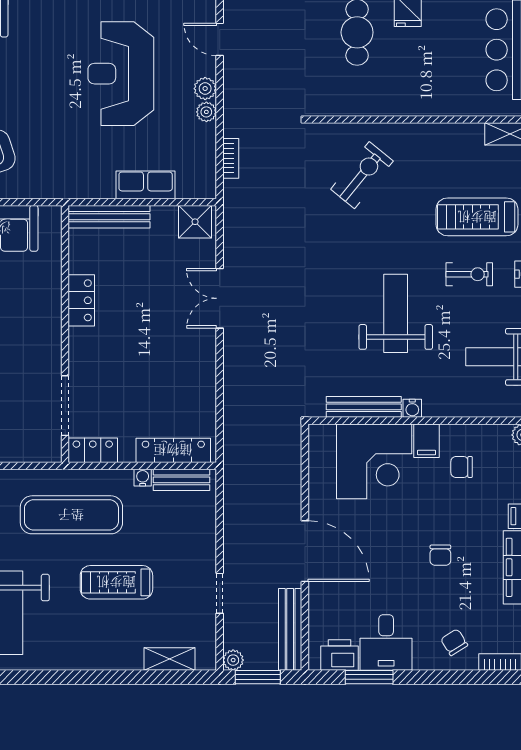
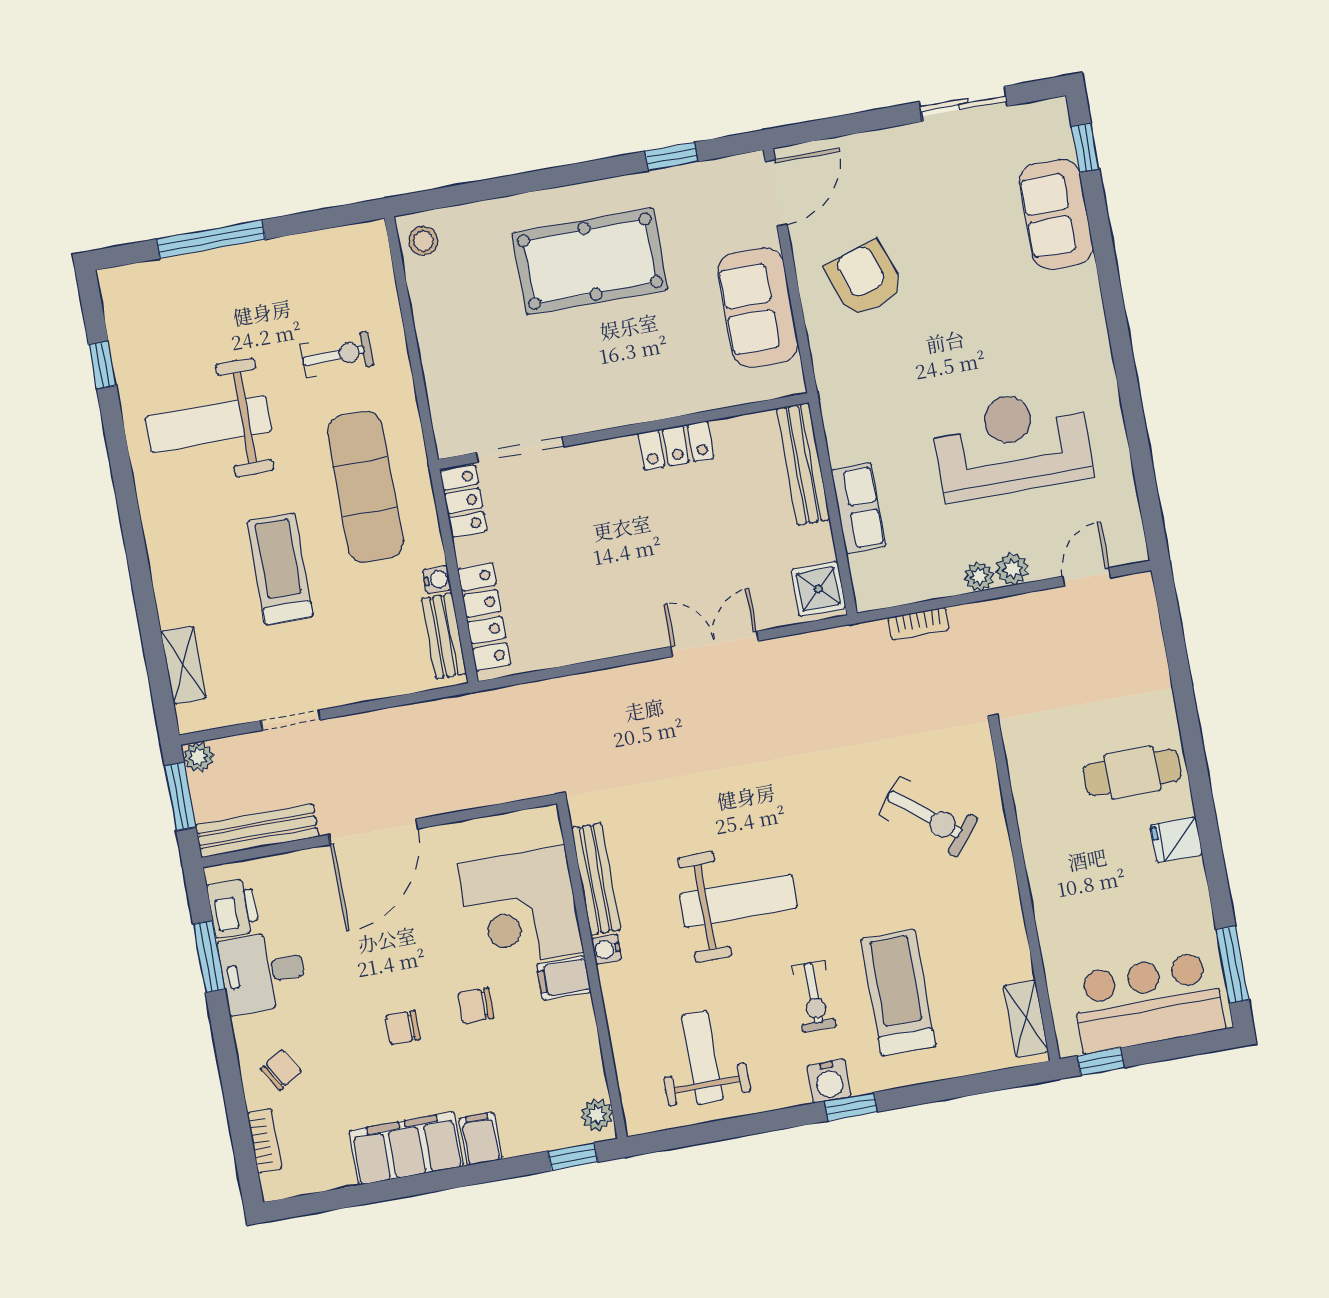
chair: (462, 467) -> (476, 1006), moved, turned -90

